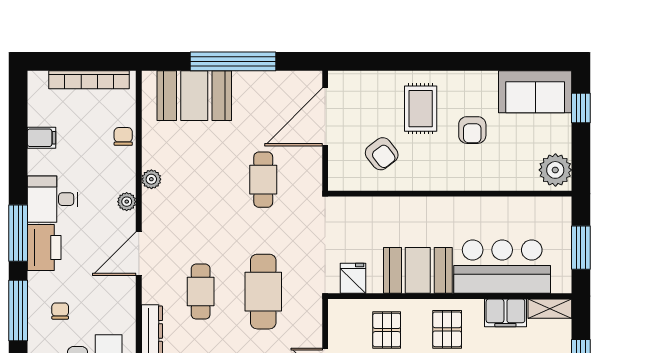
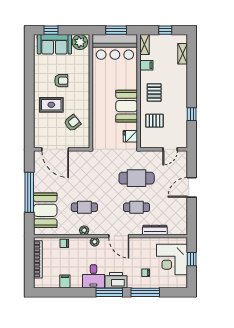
sofa: (535, 92) -> (54, 44), moved, turned 90
cafe table: (263, 180) -> (84, 207), moved
bar counter: (502, 267) -> (115, 47), moved, turned -90
filing cabinet: (505, 313) -> (146, 65), width x0.50
pallet: (447, 329) -> (154, 92), turned 90

